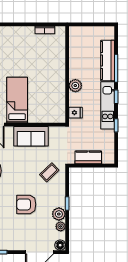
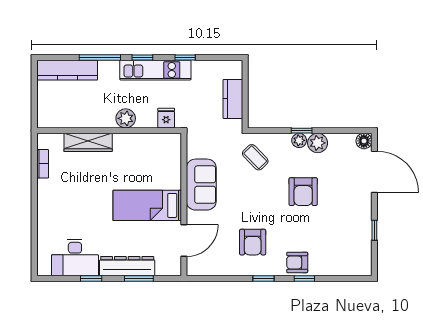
wardrobe: (59, 60) -> (88, 142), added
kitchen counter: (108, 60) -> (67, 70), moved
plant: (61, 226) -> (299, 140), moved

